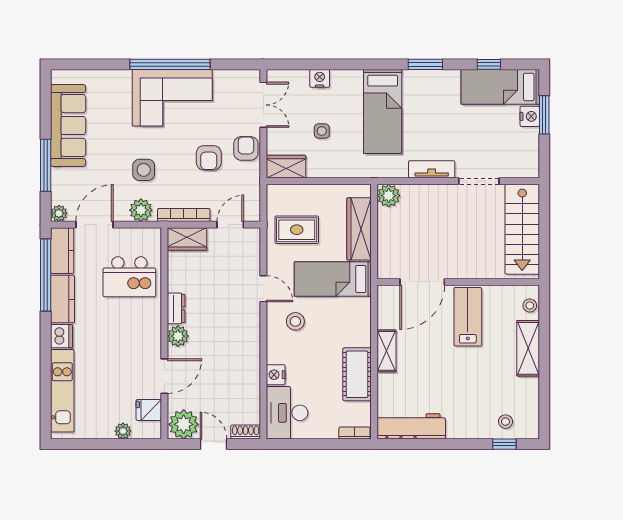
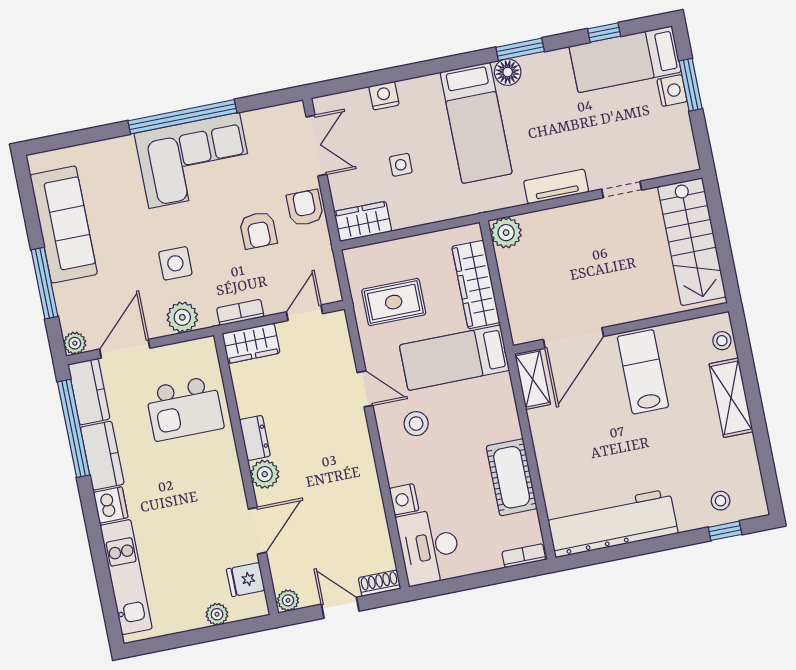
floor lamp: (413, 79) -> (508, 72), added
doorway: (479, 181) -> (622, 190), width x0.73
bookcase: (184, 215) -> (240, 312), width x0.64
shelving: (386, 351) -> (533, 379), moved
plant: (184, 424) -> (288, 600), width x0.53, depth x0.53
workbench: (411, 426) -> (612, 523), width x1.36, depth x1.32

